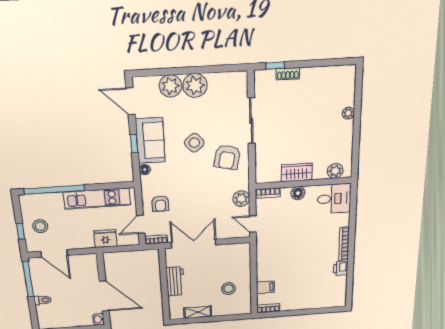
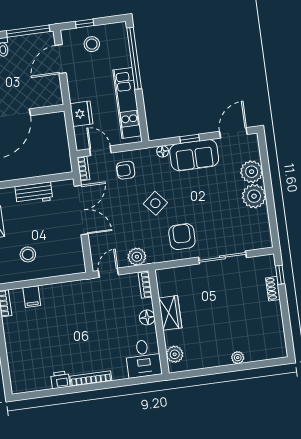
side table: (194, 143) -> (155, 203), moved
armchair: (227, 157) -> (182, 237), turned 78

